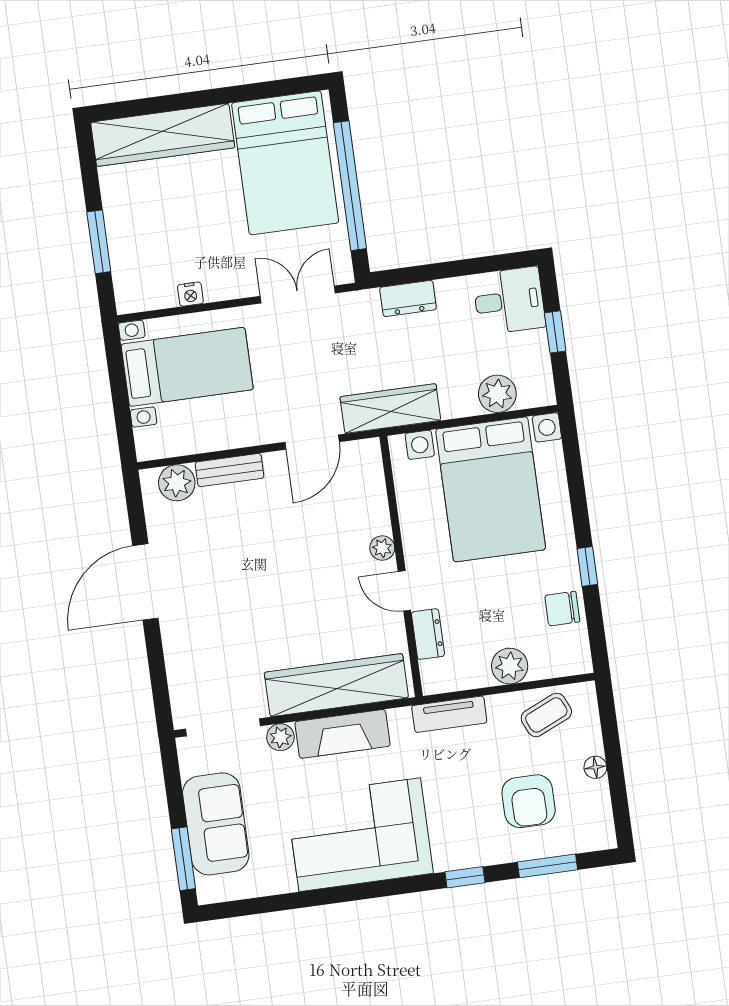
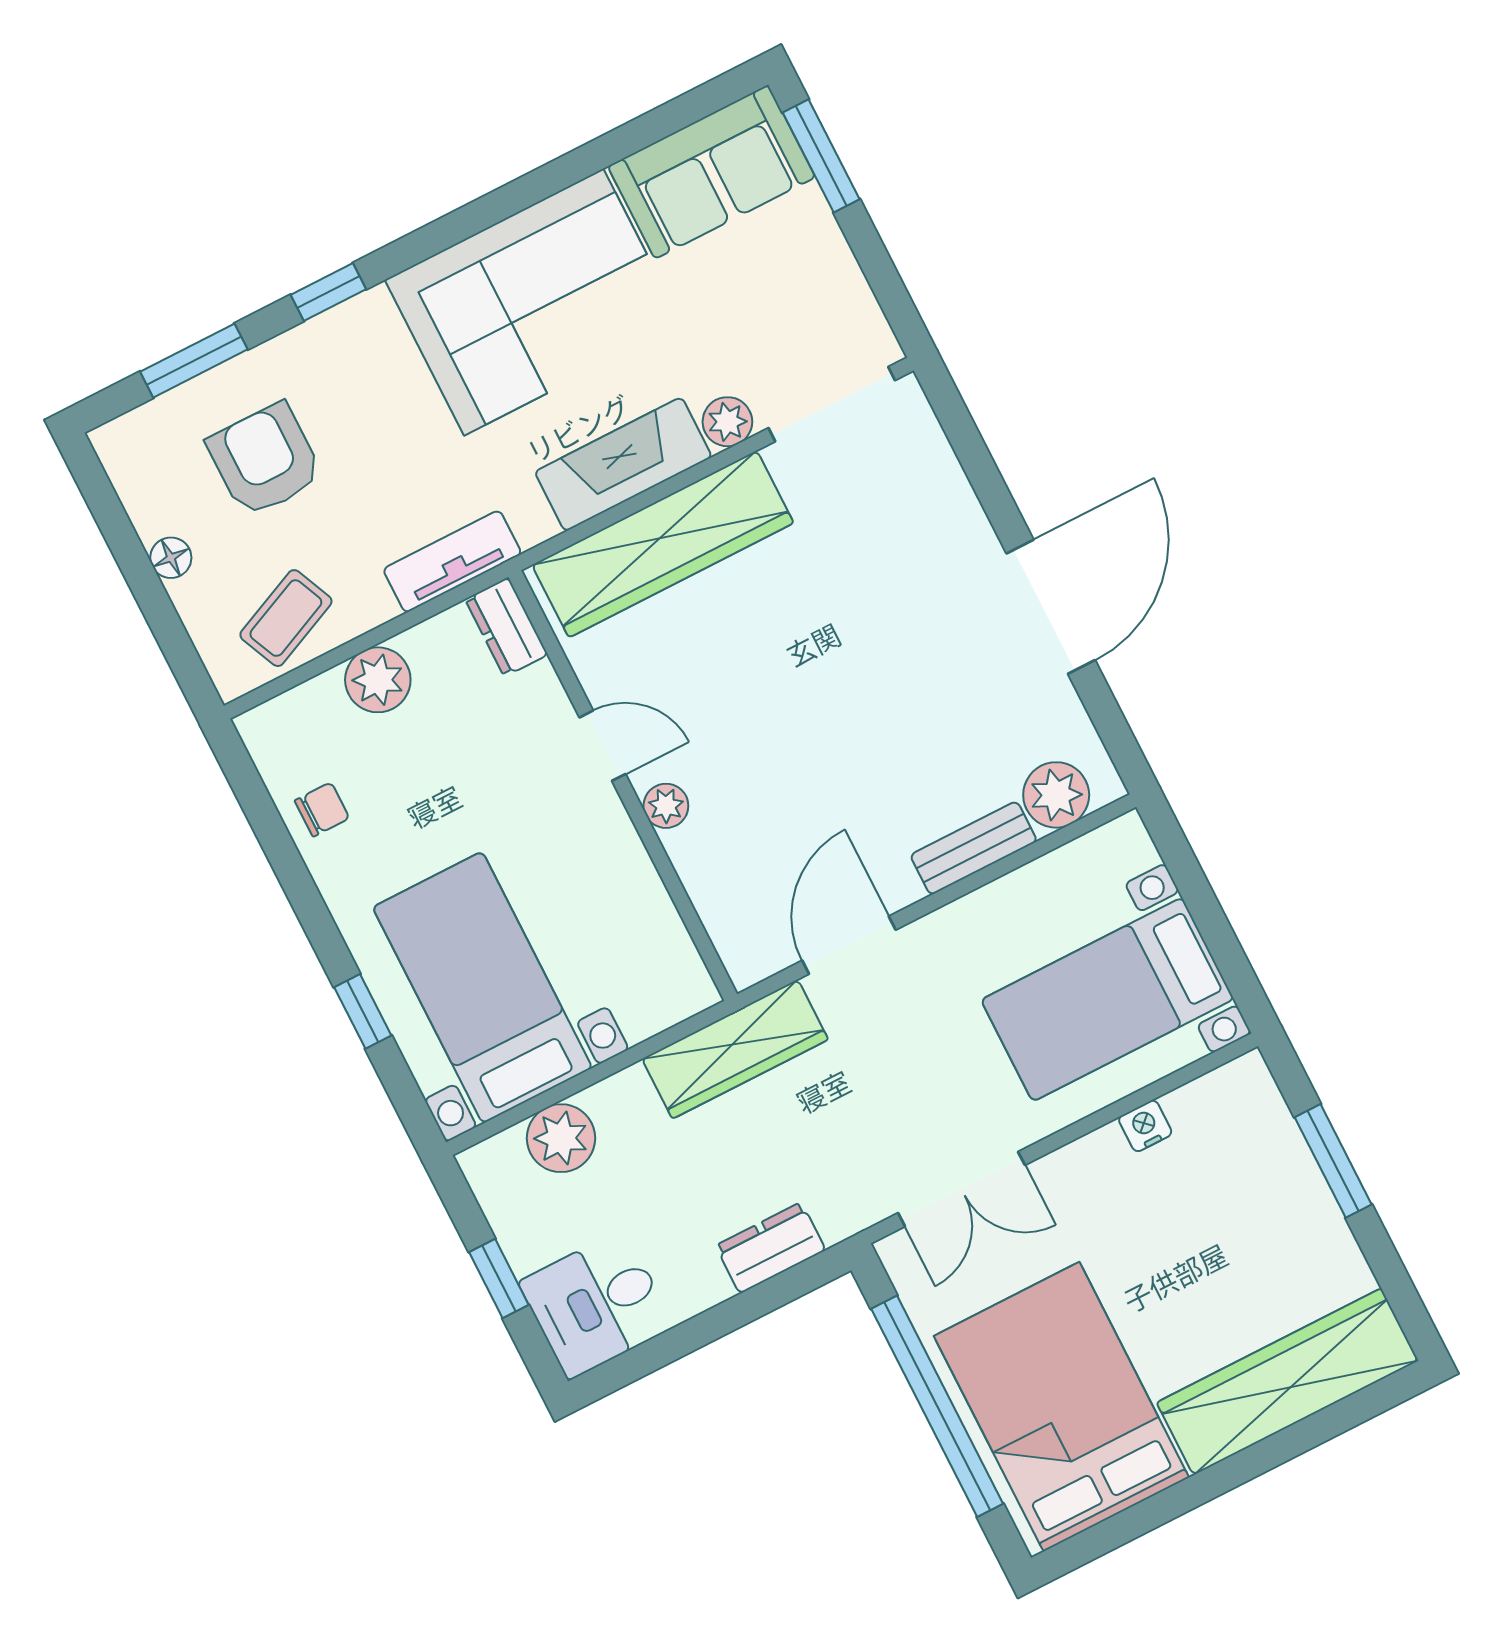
bed with nightstands: (491, 489) -> (482, 988), width x0.73
window: (587, 566) -> (363, 1011), moved
chair: (562, 609) -> (322, 809), width x0.73, depth x0.73
dresser: (428, 634) -> (506, 627), moved
sofa: (216, 824) -> (712, 172), moved, turned -90

